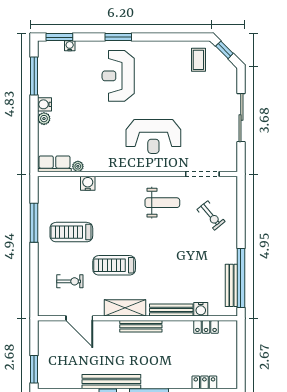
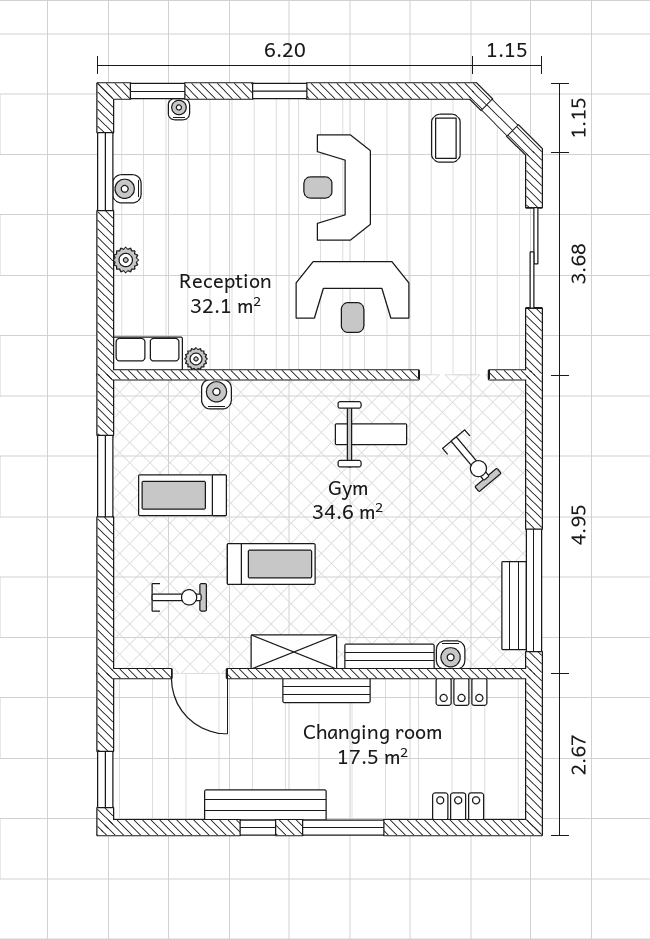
reception desk: (118, 76) -> (337, 187), moved
water cooler: (45, 104) -> (127, 189), moved
treadmill: (114, 265) -> (271, 564), turned 180

